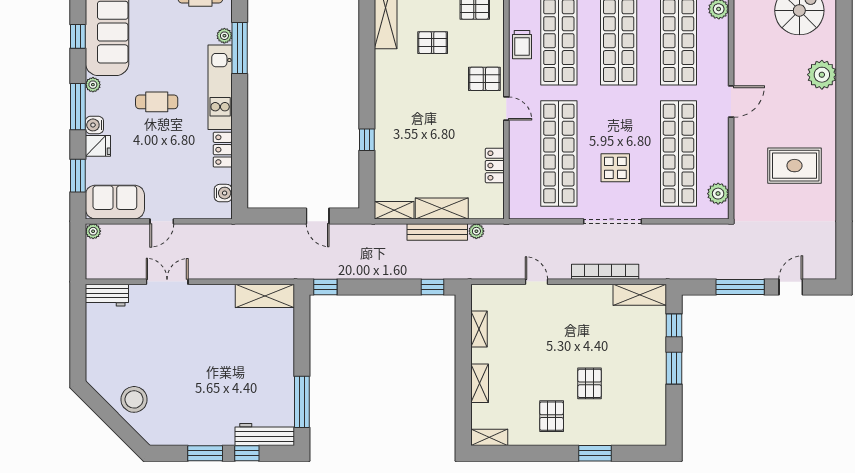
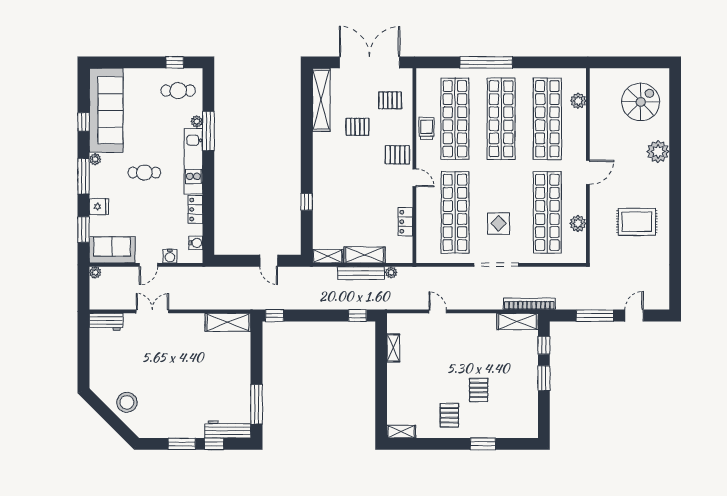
trolley: (522, 45) -> (426, 128), turned 180
water cooler: (94, 125) -> (170, 256), moved, turned -90
plant: (718, 194) -> (578, 223), moved
bookcase: (605, 272) -> (529, 304), moved
shelving: (480, 383) -> (394, 390), removed

